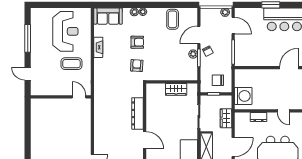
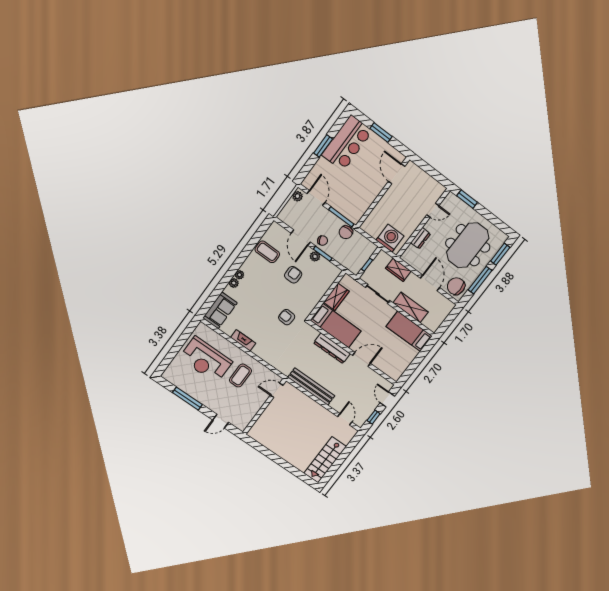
door: (233, 26) -> (316, 198), hinge flipped
reception desk: (65, 31) -> (206, 360), turned 180
armchair: (137, 42) -> (293, 275), moved
chair: (218, 80) -> (346, 232), moved
bed: (155, 104) -> (336, 326), added
bench: (99, 119) -> (311, 387), added

